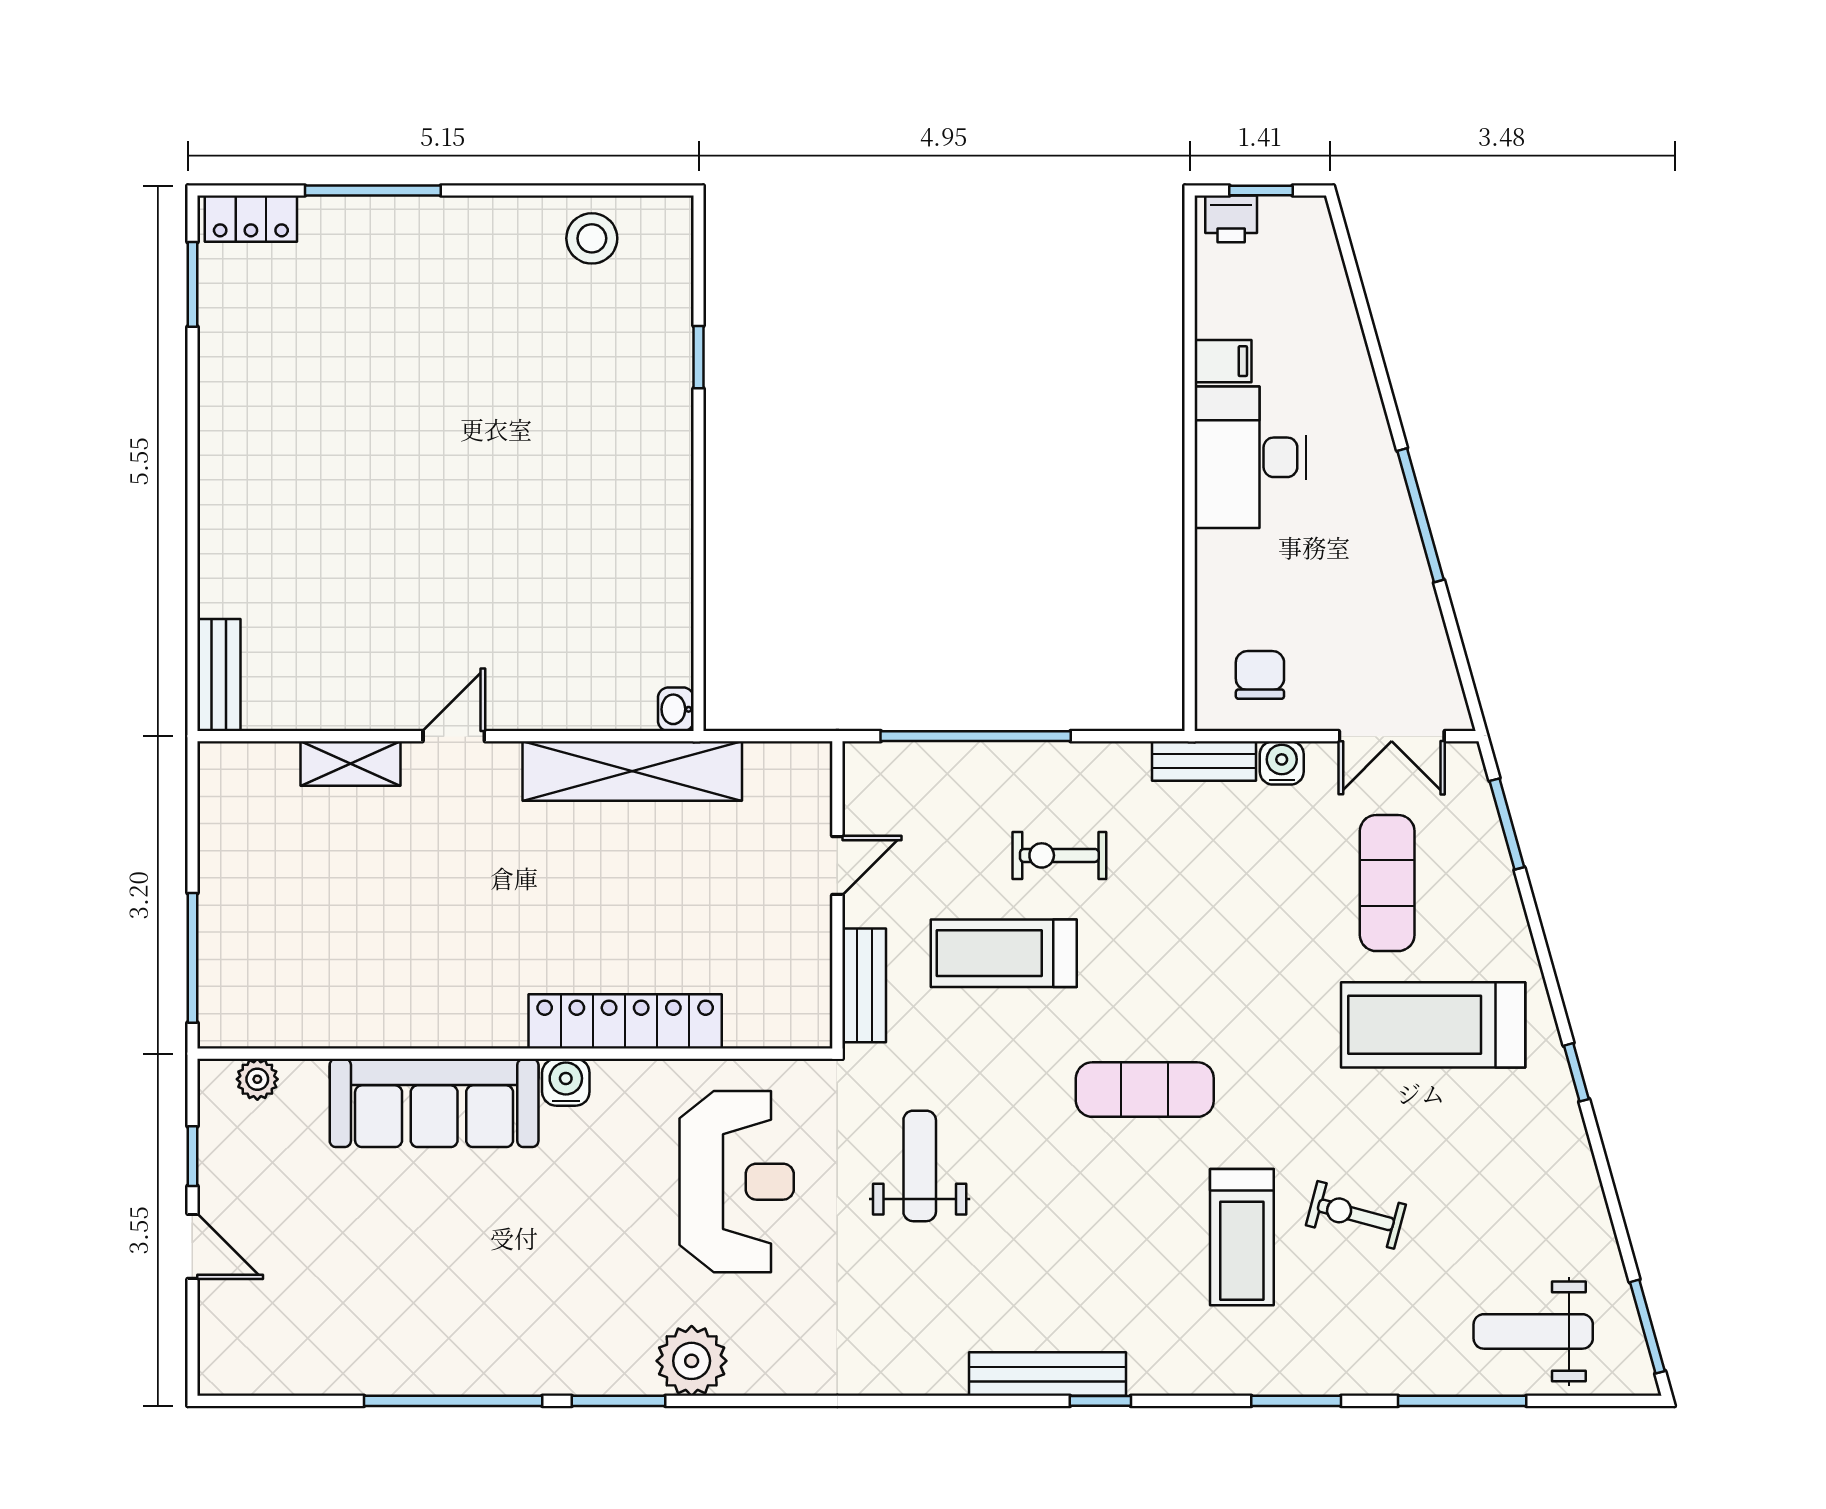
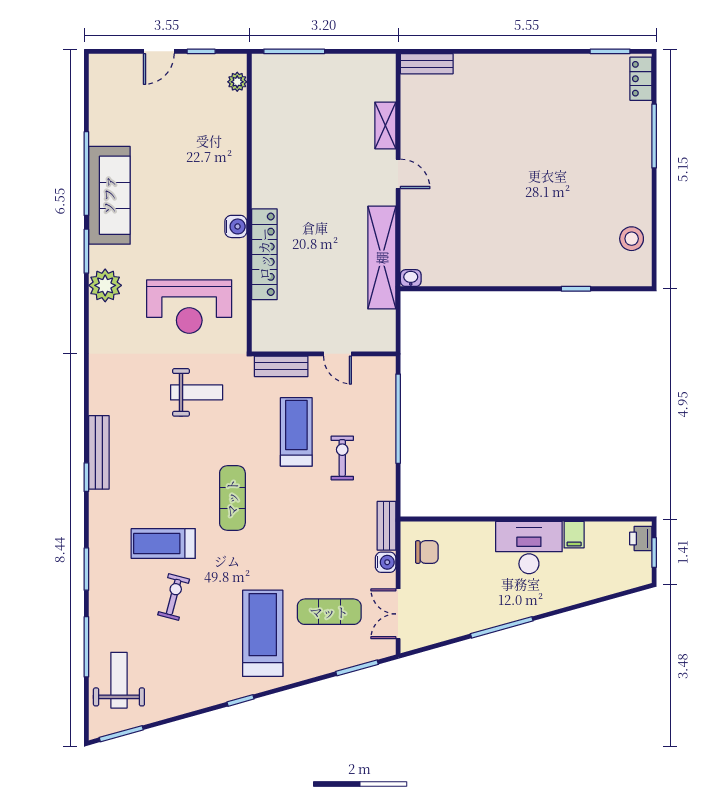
sofa: (434, 1103) -> (109, 195), moved, turned 180

